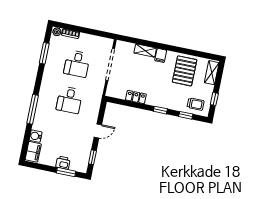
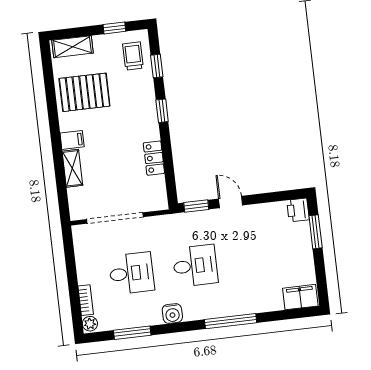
water cooler: (36, 136) -> (172, 314), moved
window: (92, 157) -> (196, 206), moved
printer: (63, 163) -> (298, 210), moved

